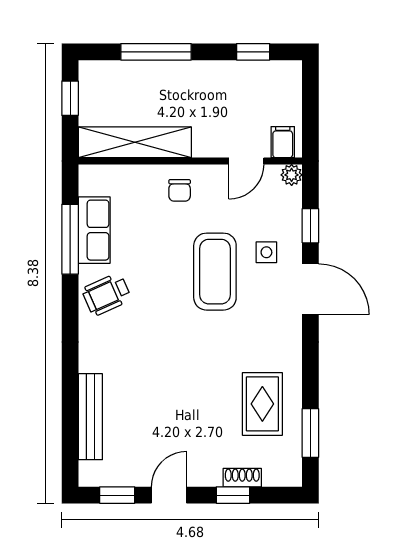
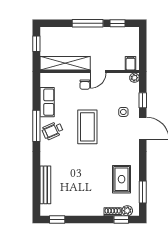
window: (156, 52) -> (88, 23), moved
door: (246, 161) -> (98, 72), moved
window: (70, 239) -> (36, 126), moved
coffee table: (215, 272) -> (87, 127), moved
plant: (275, 475) -> (127, 211), added
door: (169, 495) -> (80, 220), removed
window: (233, 495) -> (121, 220), moved

